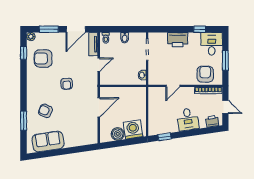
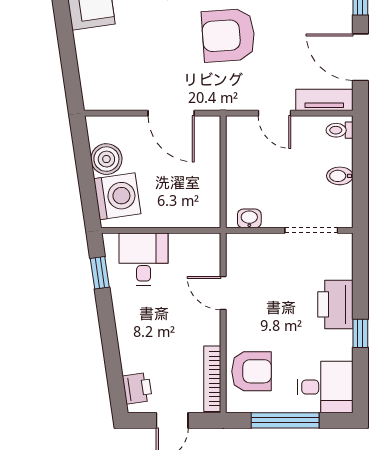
window: (200, 29) -> (360, 333), moved
window: (225, 60) -> (285, 420), width x1.44
armchair: (67, 84) -> (228, 35), width x1.88, depth x1.88
desk: (188, 119) -> (144, 259), moved, turned 98

